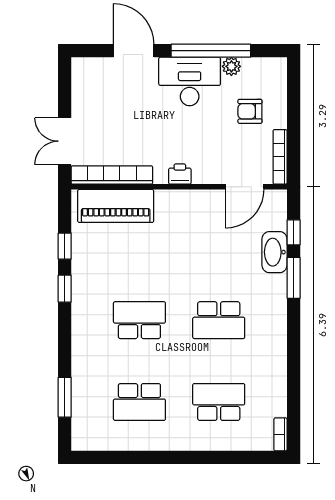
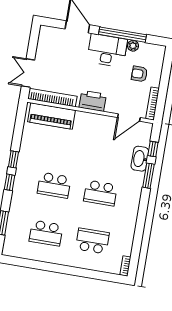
printer: (180, 174) -> (93, 101), width x1.87, depth x1.48
window: (65, 246) -> (10, 182), moved
school desk: (139, 320) -> (54, 185), turned 180

